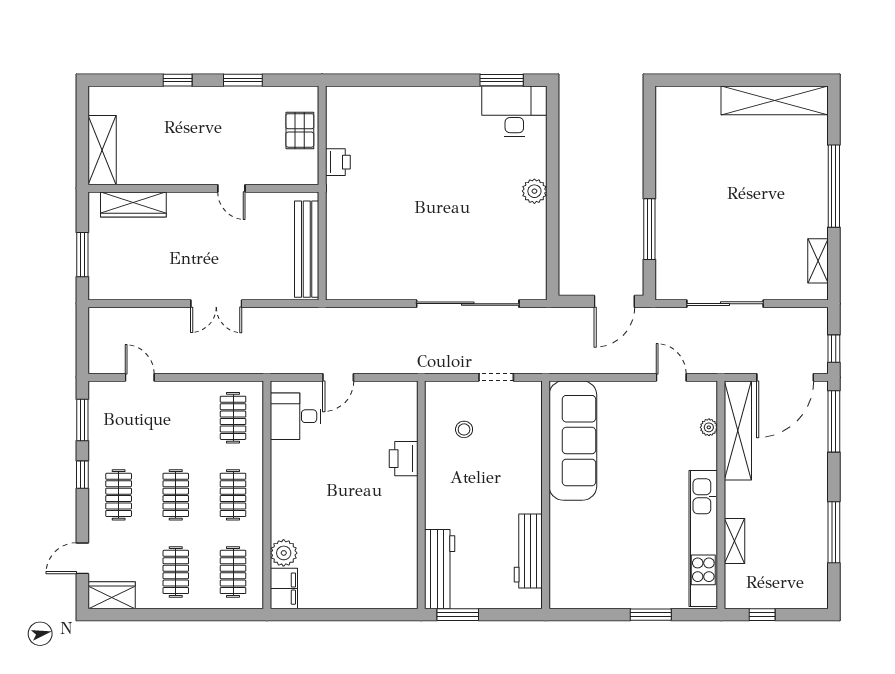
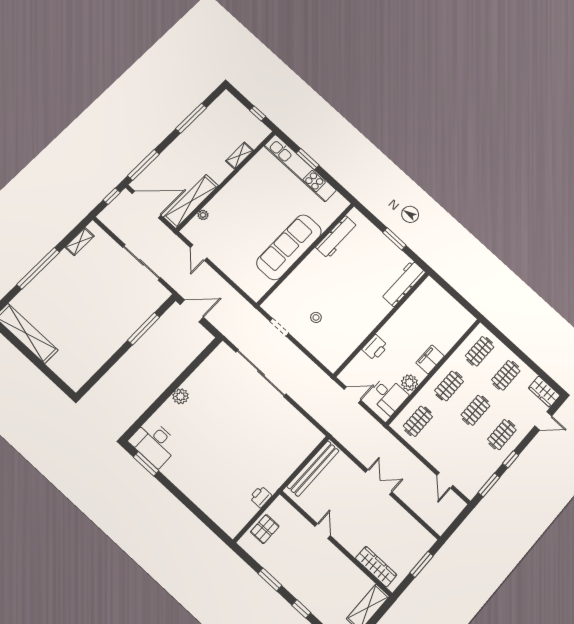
sofa: (573, 441) -> (289, 247), moved
printer: (404, 459) -> (375, 348), moved
wall: (421, 495) -> (382, 324), moved
kitchen unit: (703, 538) -> (300, 168), moved, turned 90
plant: (284, 553) -> (409, 383), moved
workbench: (440, 569) -> (403, 283), moved
filing cabinet: (284, 589) -> (430, 359), moved

